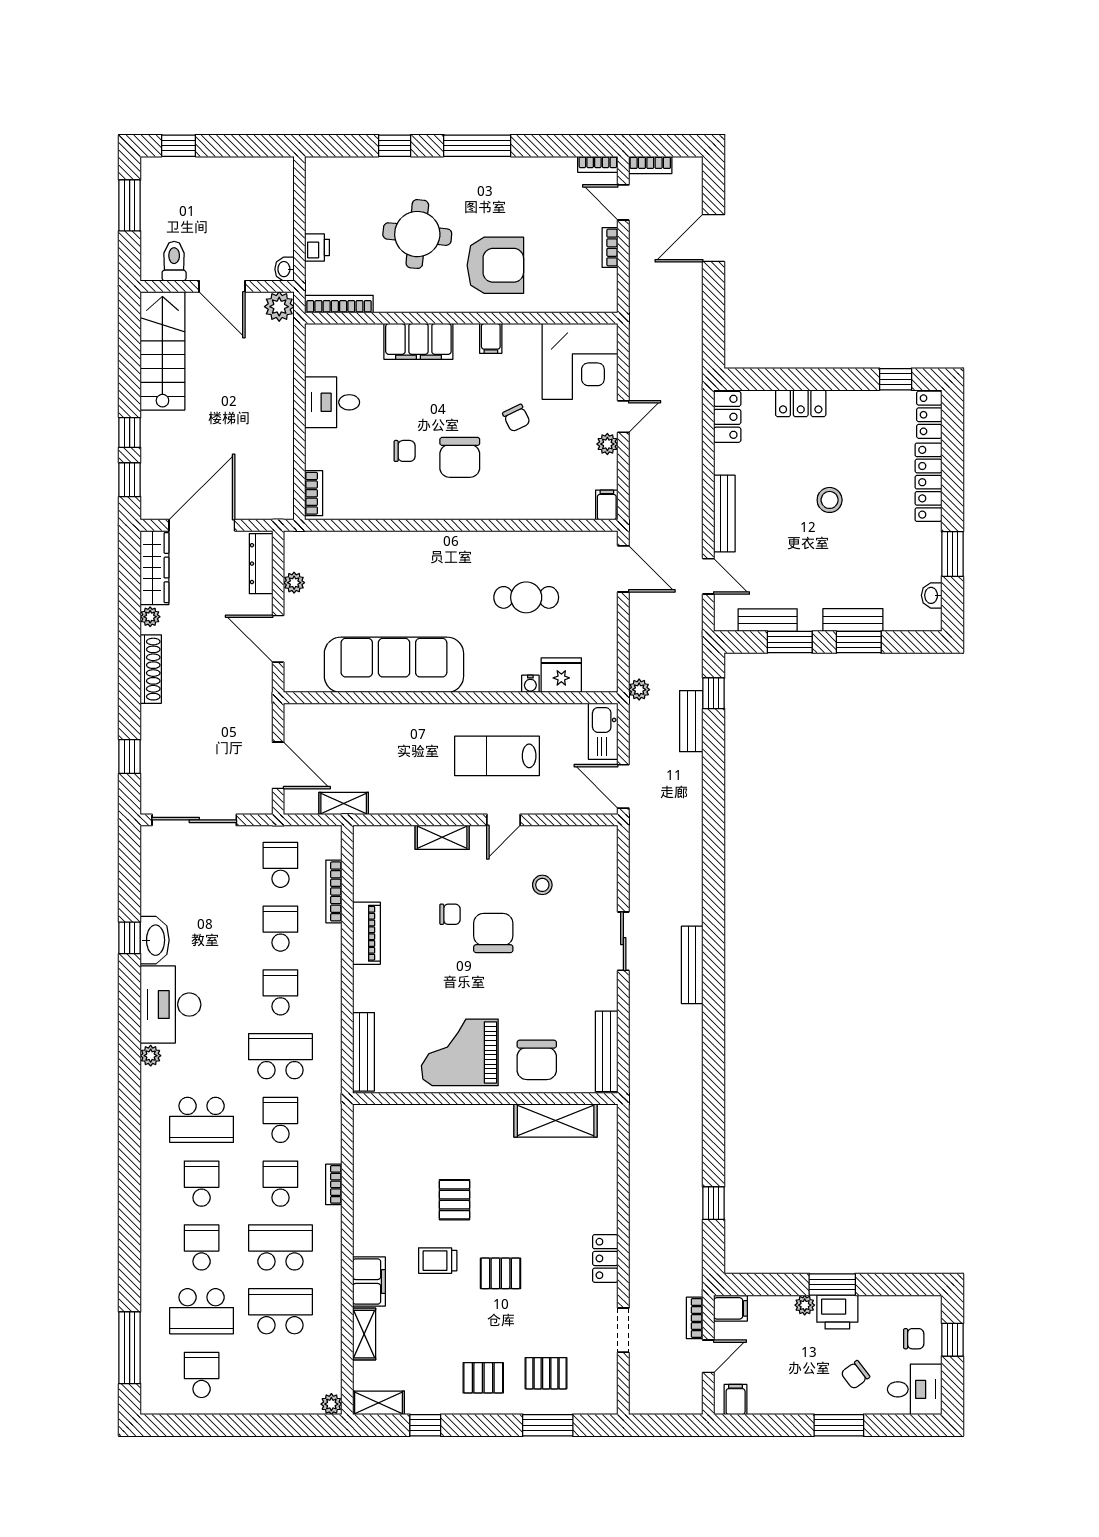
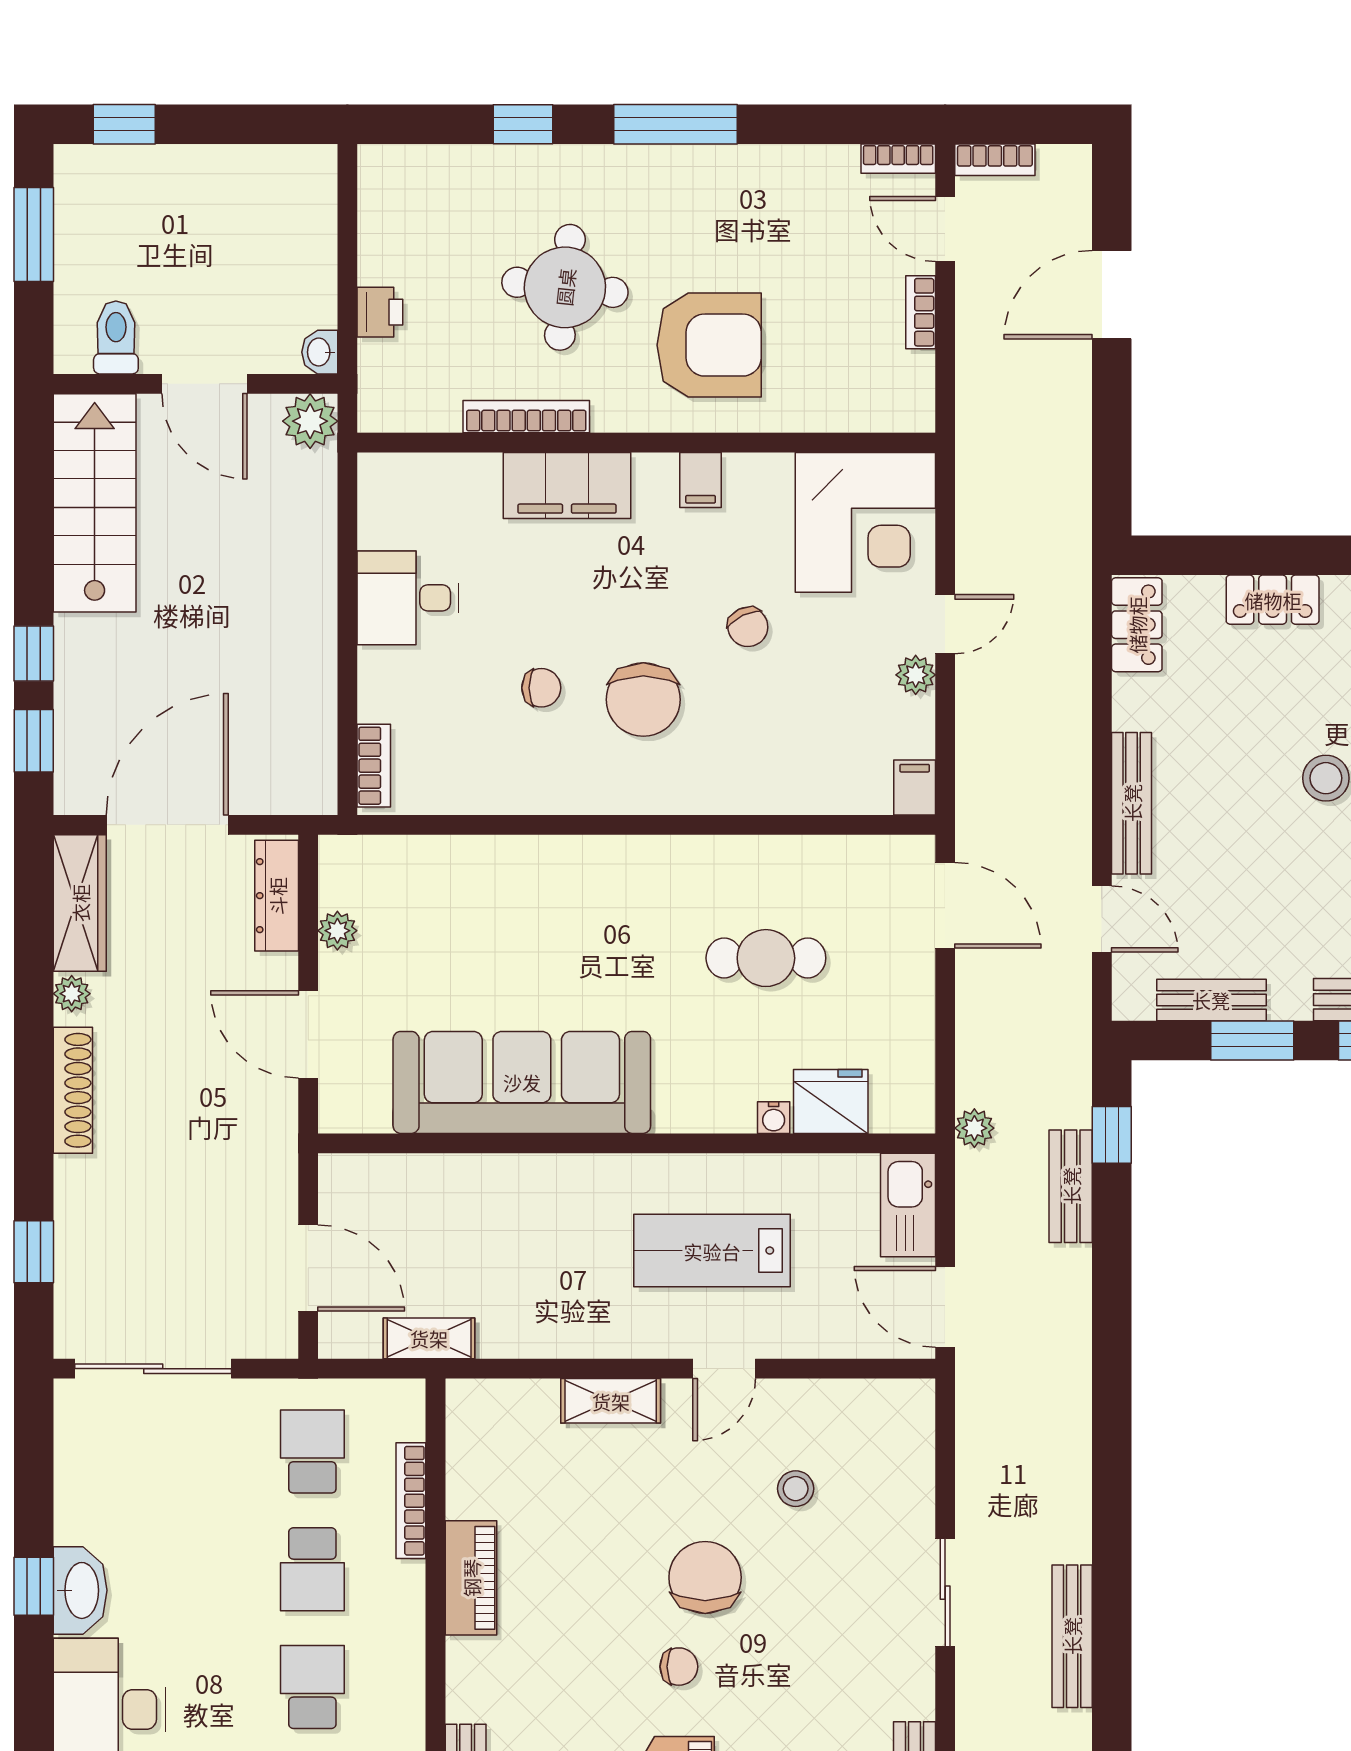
bookcase: (339, 304) -> (526, 417), moved
chair: (450, 914) -> (679, 1667), moved
school desk: (280, 929) -> (312, 1569), turned 180

